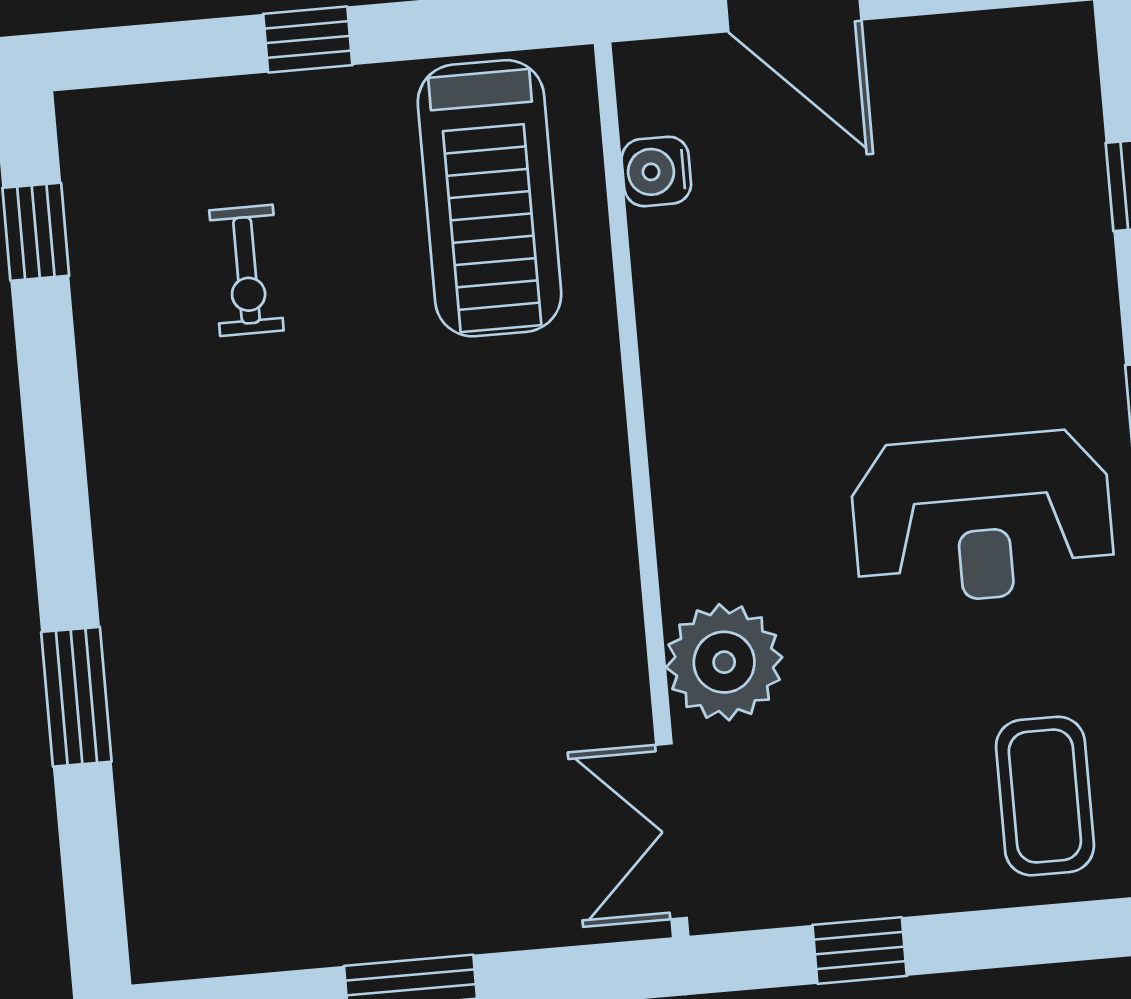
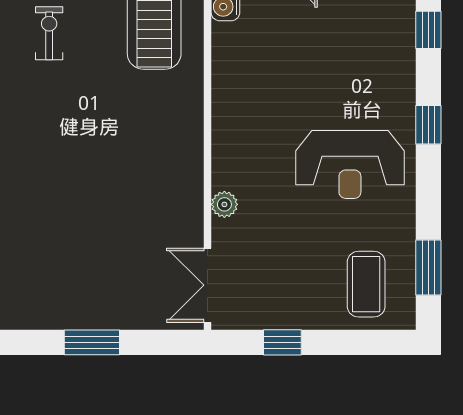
exercise bike: (246, 270) -> (49, 33), turned 180
plant: (724, 662) -> (224, 204), width x0.53, depth x0.53

